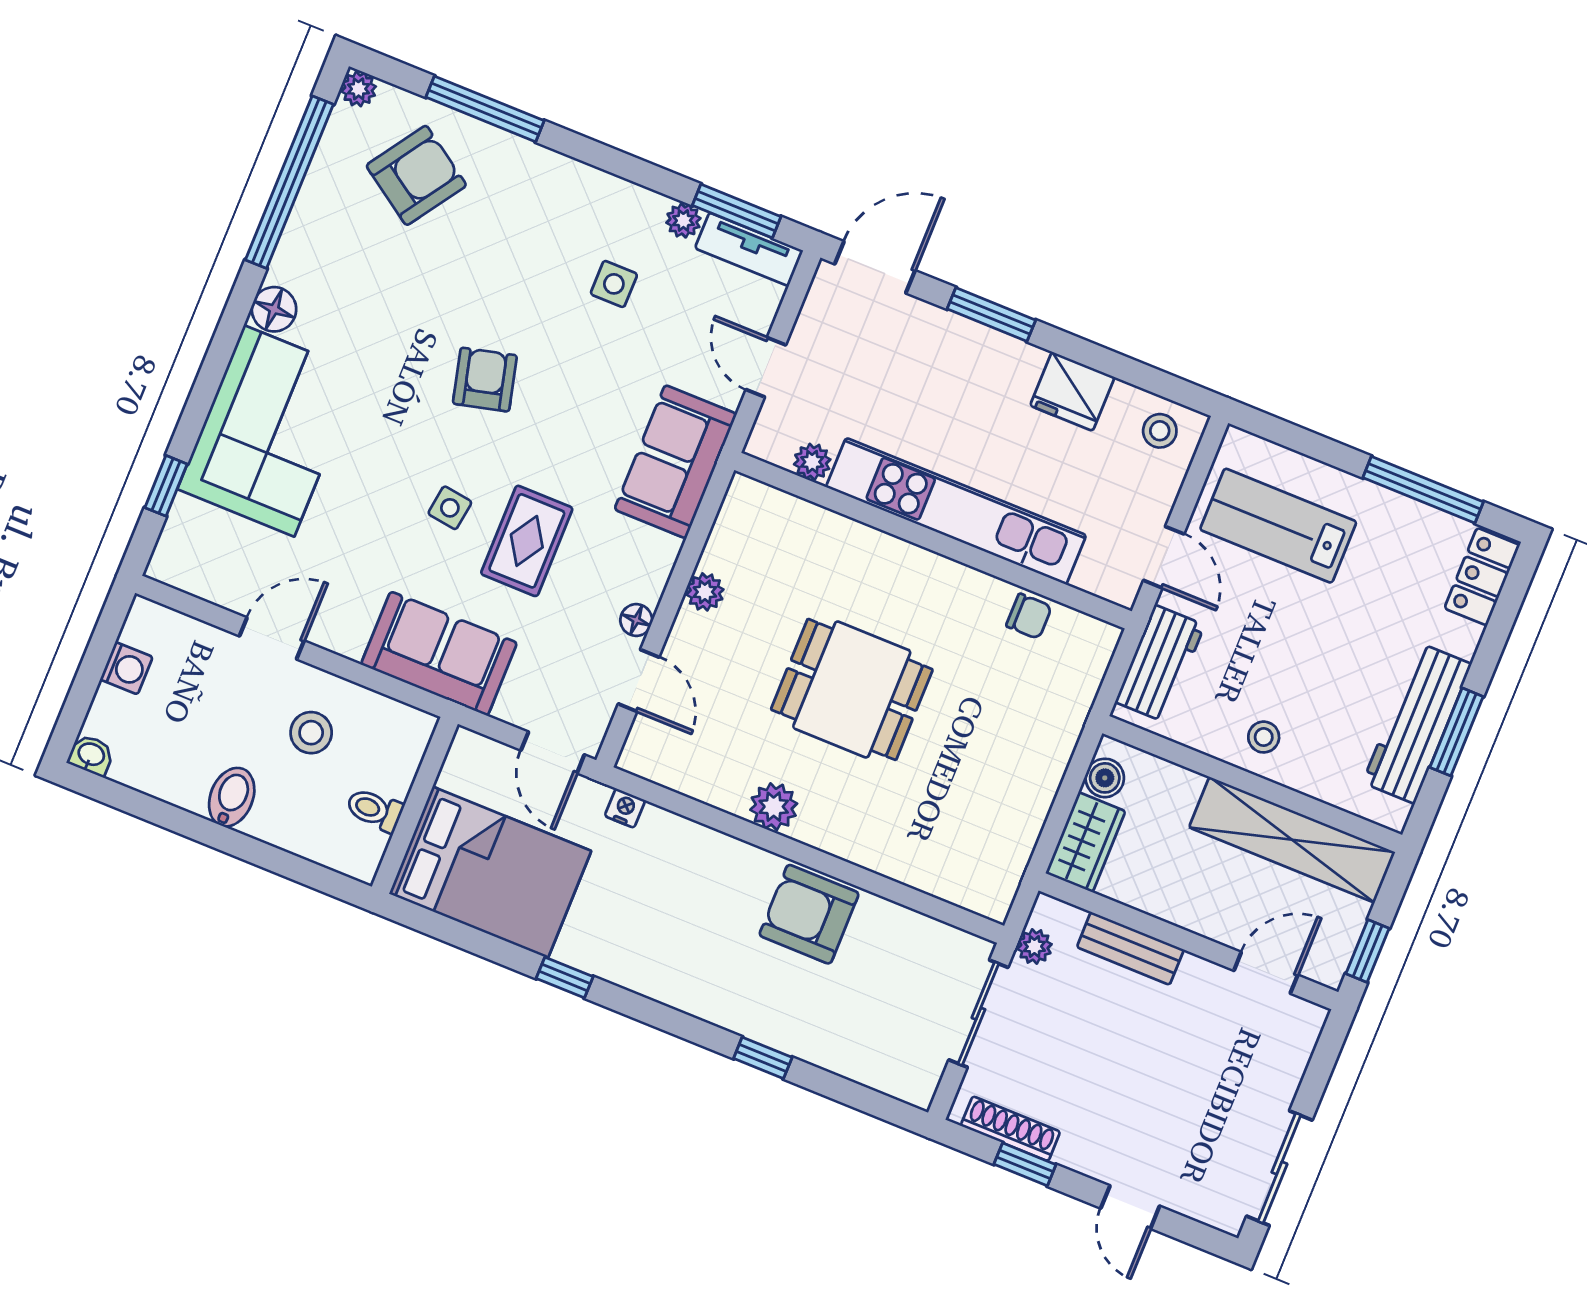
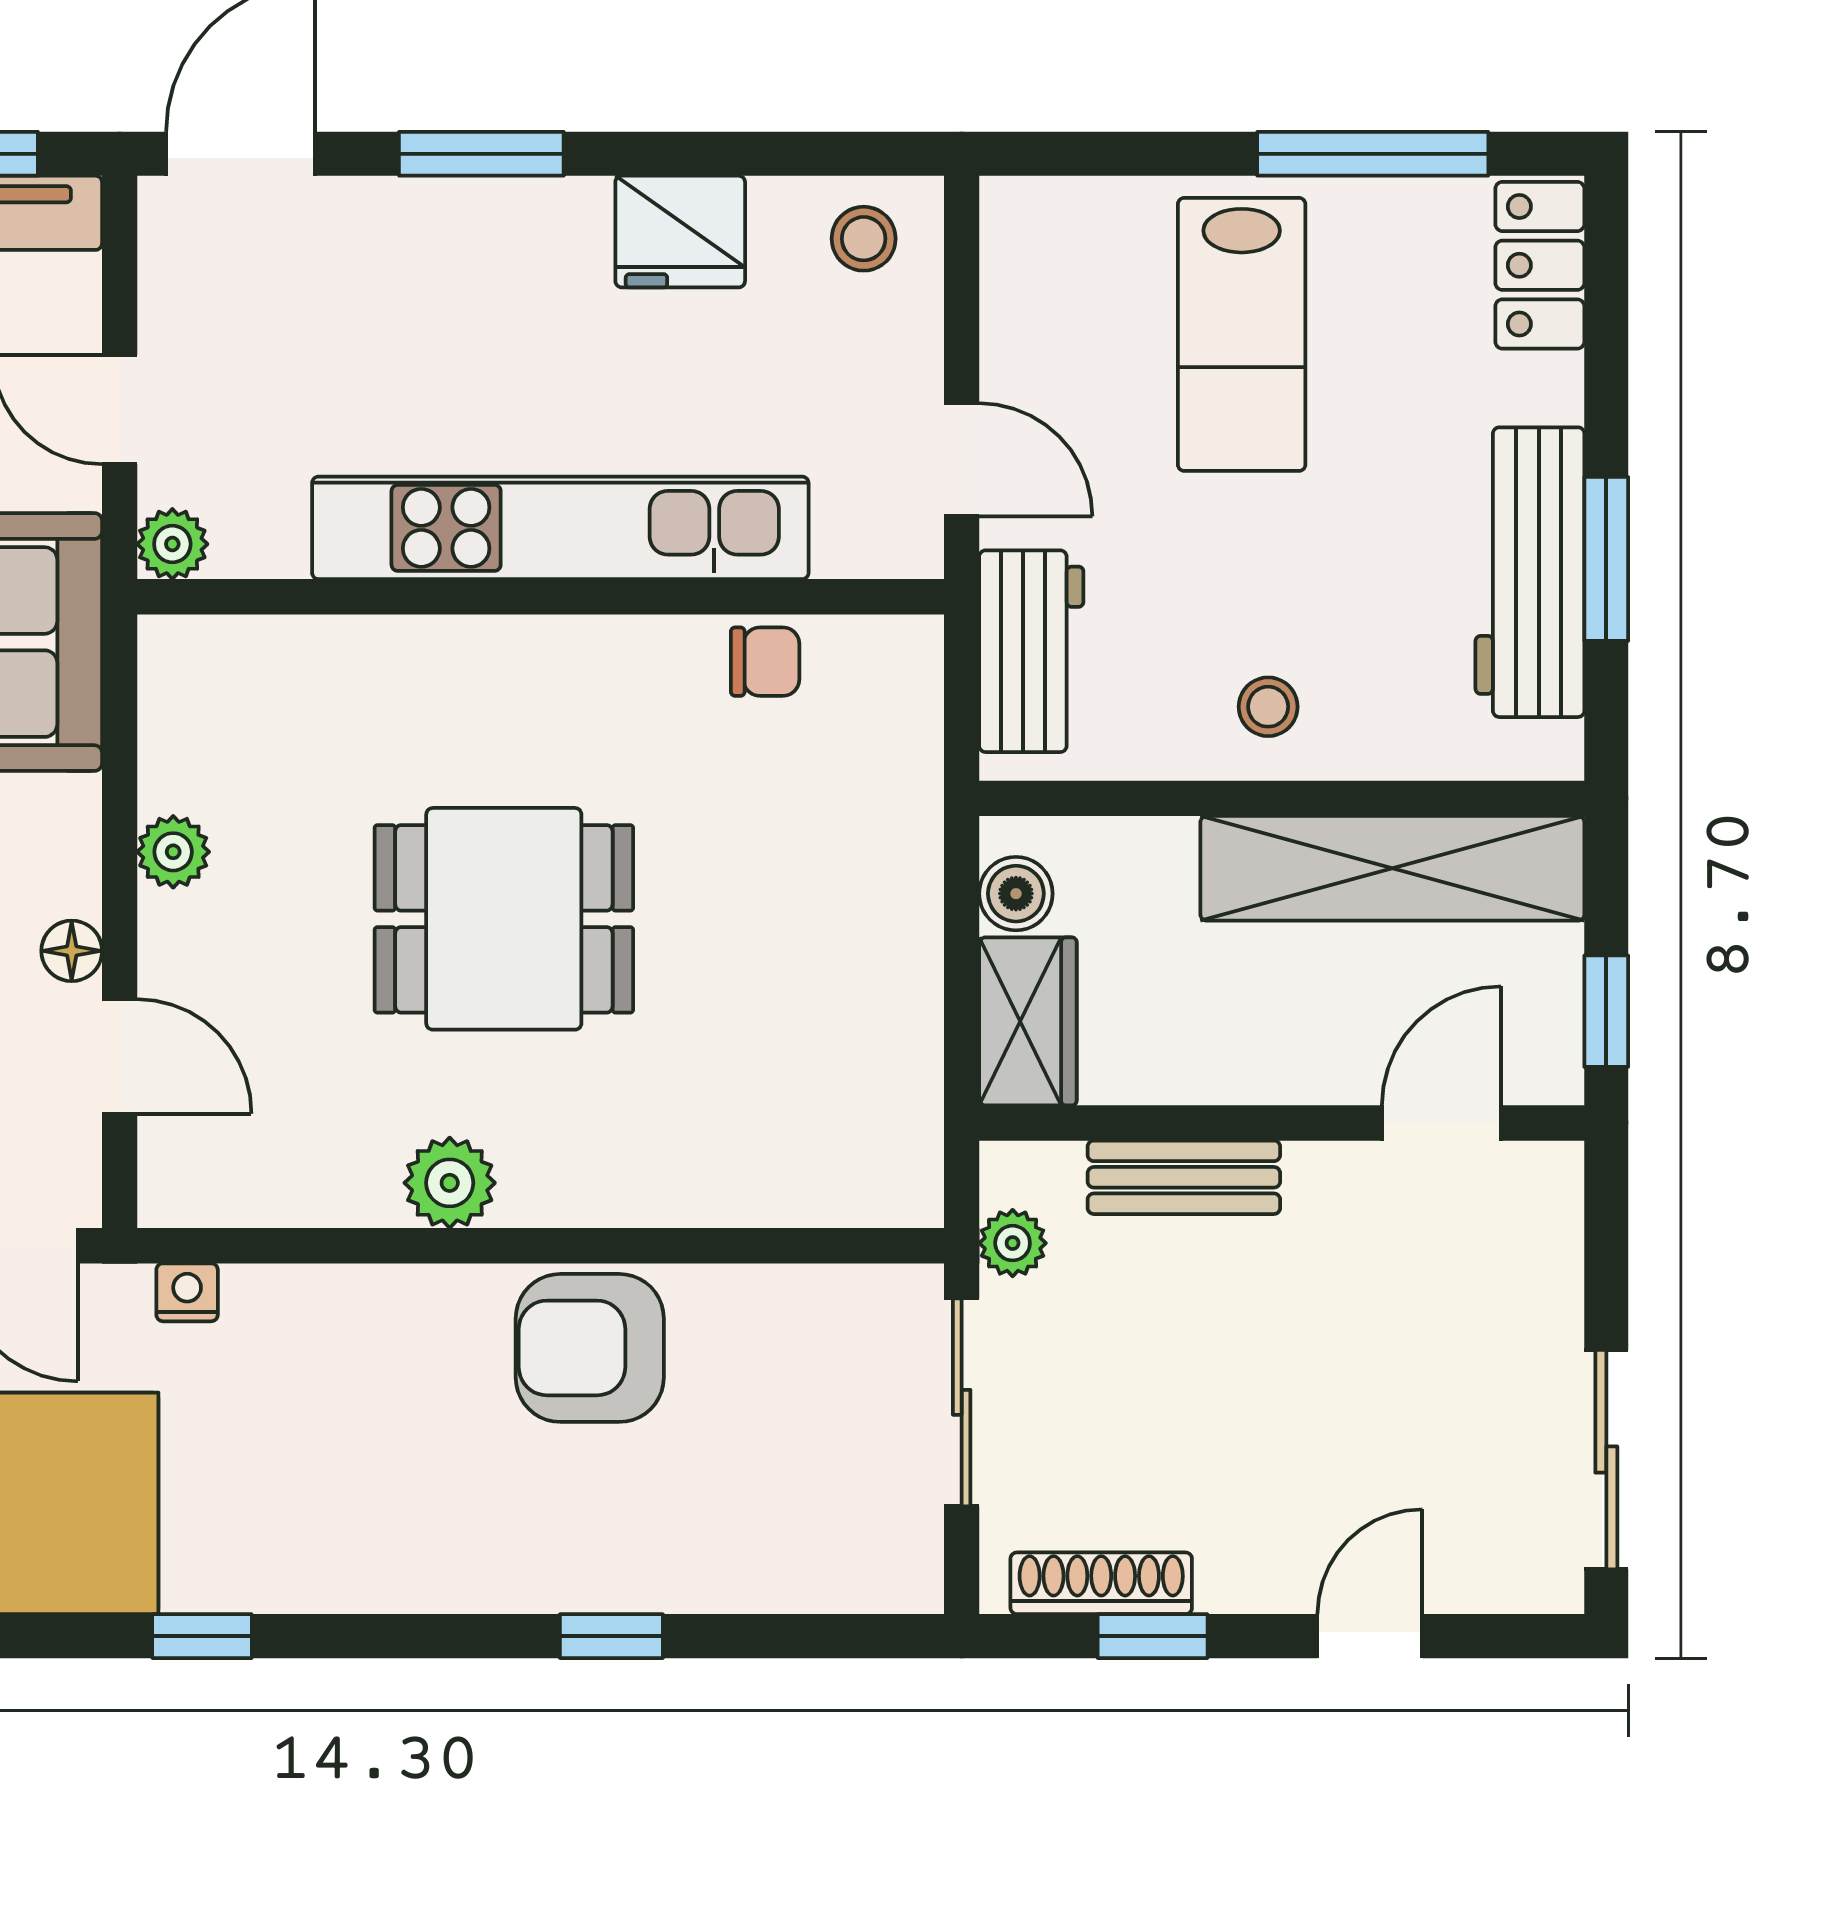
plant: (812, 462) -> (172, 544), moved
lab bench: (1278, 526) -> (1242, 334), moved, turned -90
door: (1130, 1207) -> (1370, 1636), swing flipped

